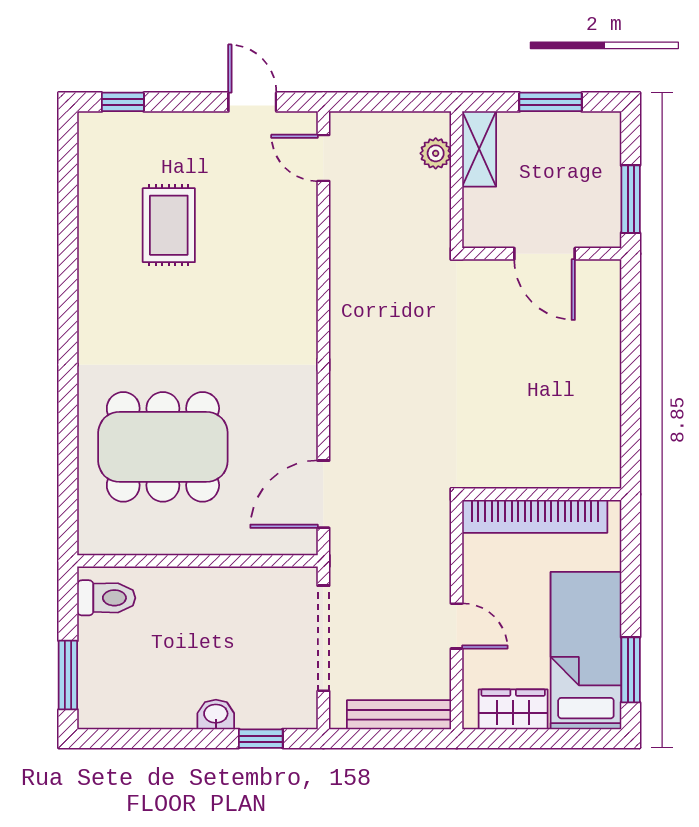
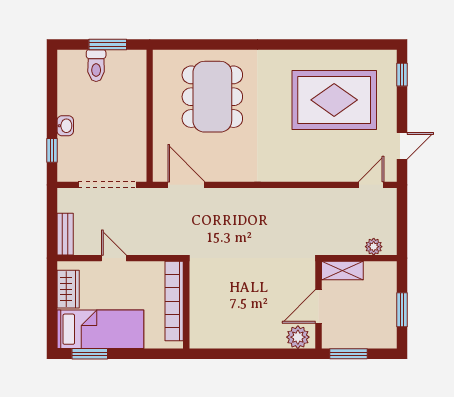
shelving: (479, 149) -> (342, 271), moved
rug: (169, 225) -> (334, 100), width x1.86, depth x2.06
plant: (600, 291) -> (298, 337), added
toilet: (106, 598) -> (96, 66), moved
door: (457, 626) -> (114, 258), swing flipped
window: (68, 675) -> (108, 45), moved
bench: (399, 715) -> (65, 234), width x0.73

